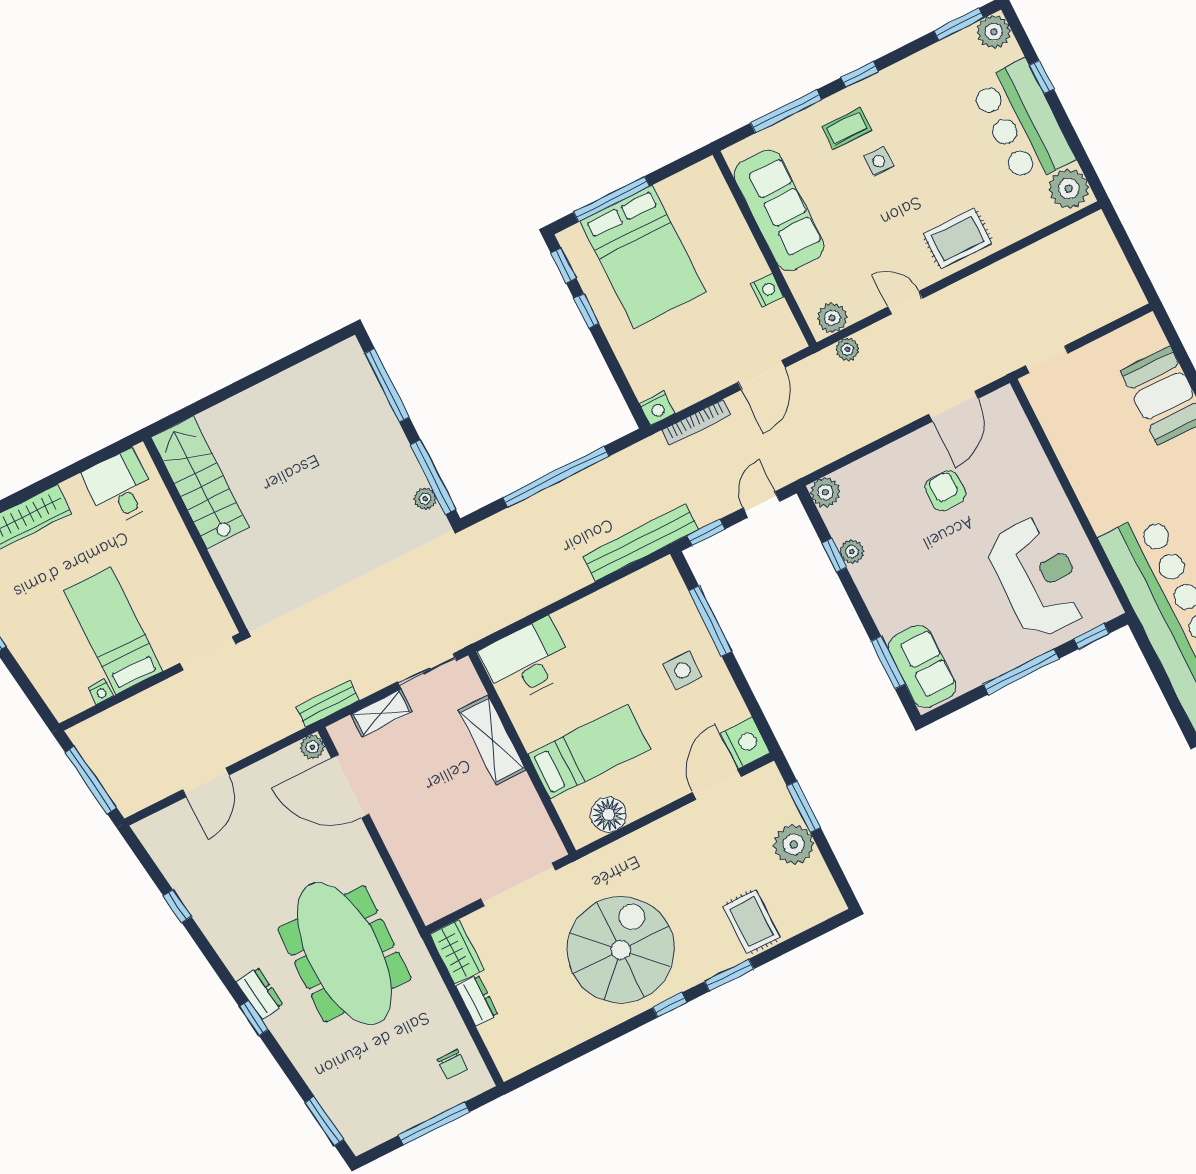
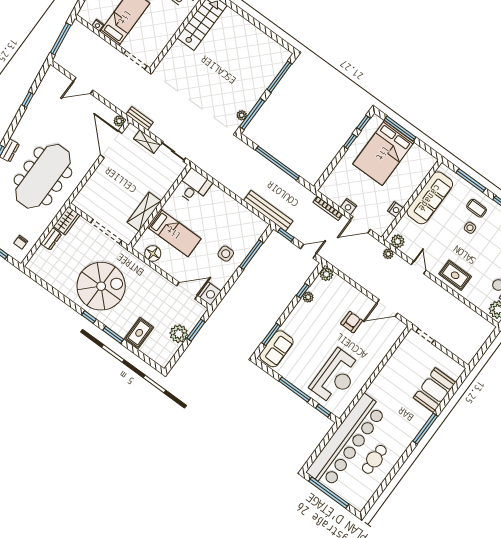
nightstand: (657, 409) -> (349, 207), moved
desk: (527, 661) -> (194, 187), width x0.73
shelving: (492, 740) -> (144, 212), moved

